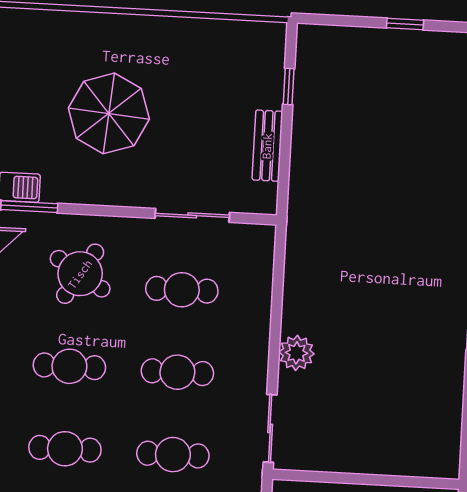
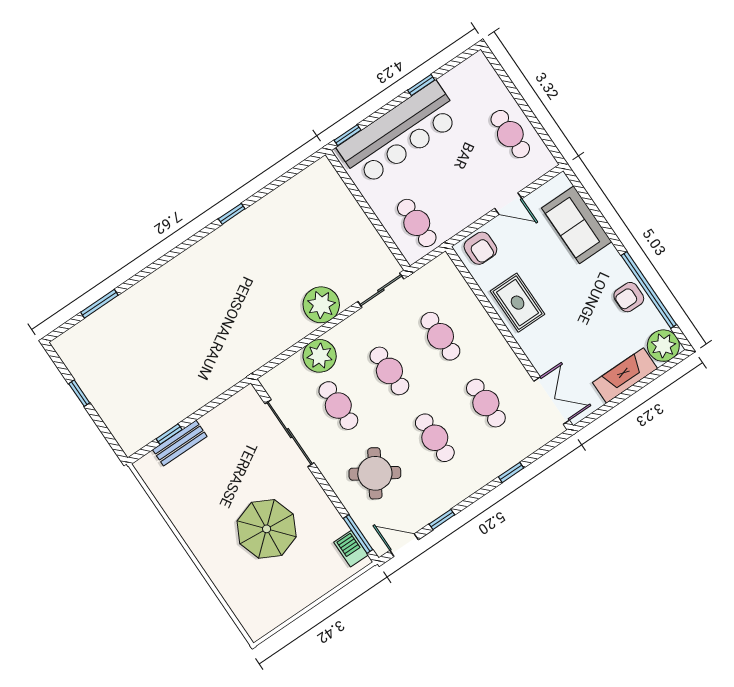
bench: (267, 146) -> (180, 443), moved
sliding door: (192, 215) -> (289, 433), width x1.37
plant: (250, 310) -> (320, 356), added
plant: (297, 353) -> (321, 305), width x1.36, depth x1.36

